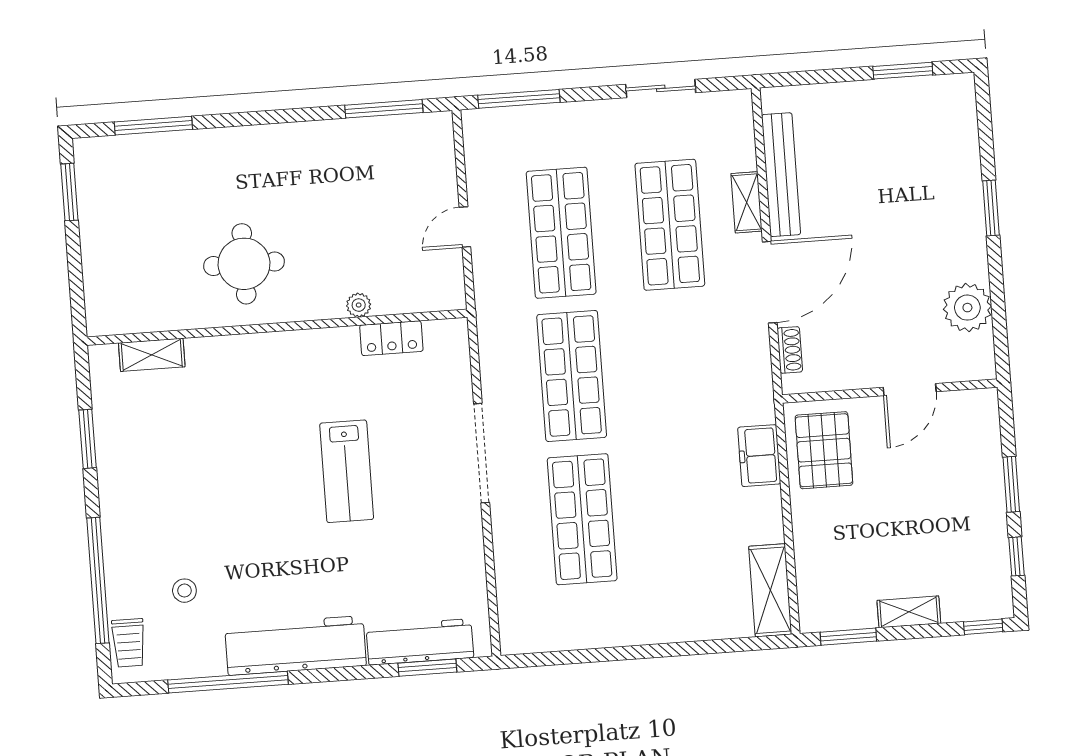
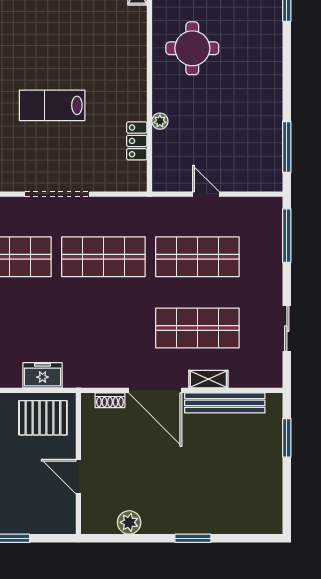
window: (903, 71) -> (287, 438), moved
plant: (967, 308) -> (129, 522), width x0.73, depth x0.73

